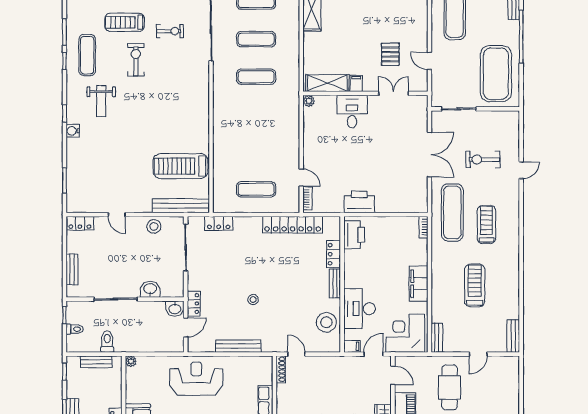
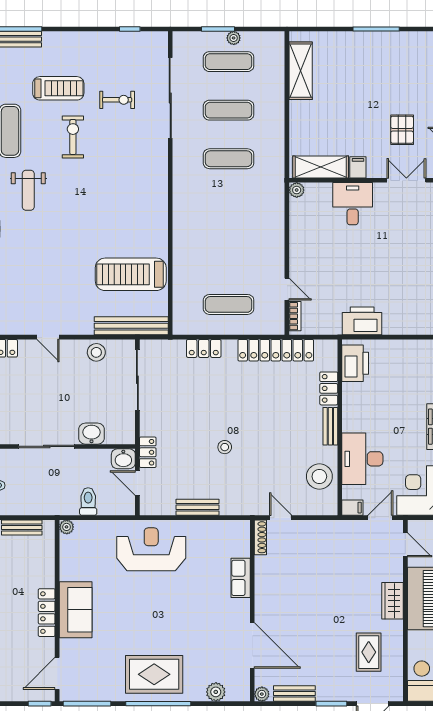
treadmill: (125, 22) -> (58, 88), turned 180
locker: (219, 223) -> (204, 348), moved
door: (186, 327) -> (137, 483), swing flipped
toilet: (107, 342) -> (88, 501), moved
bench: (238, 346) -> (197, 507), width x0.73

